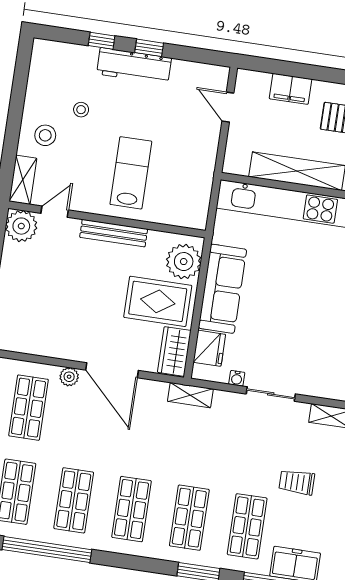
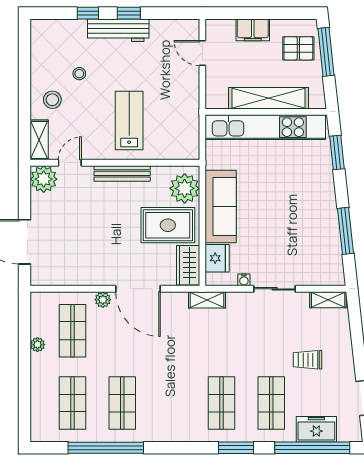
shop shelf: (132, 509) -> (172, 403), removed

